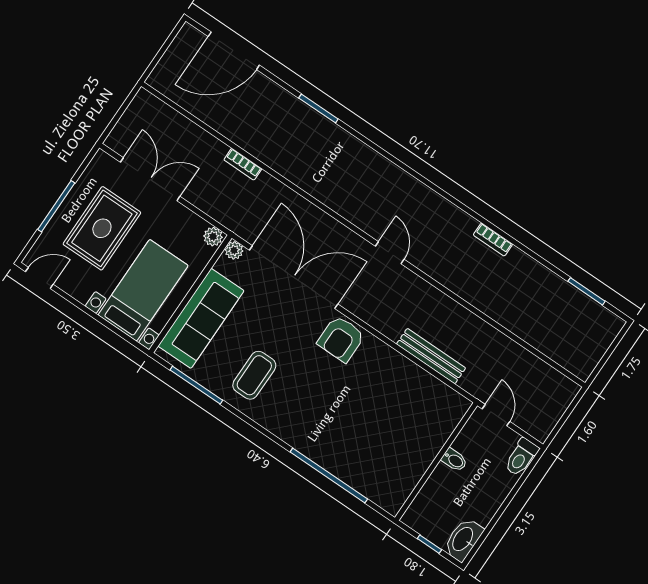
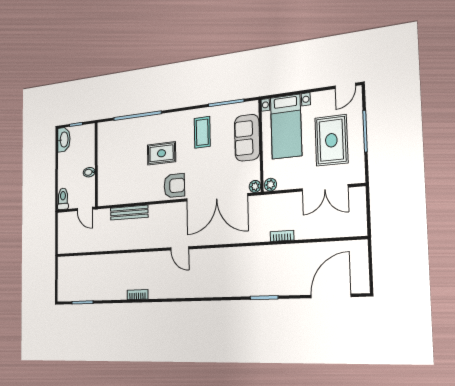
sofa: (201, 318) -> (247, 138), width x0.73
armchair: (341, 339) -> (174, 186), turned 90
rug: (329, 396) -> (161, 153), added

